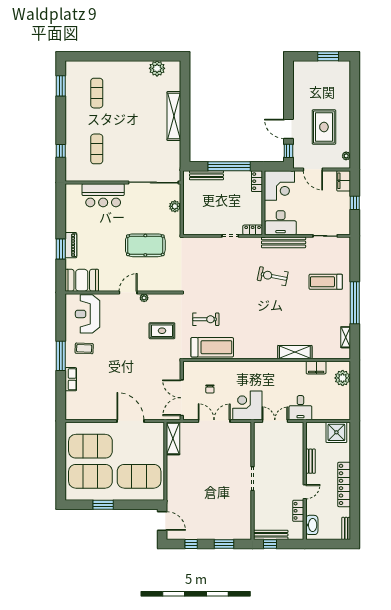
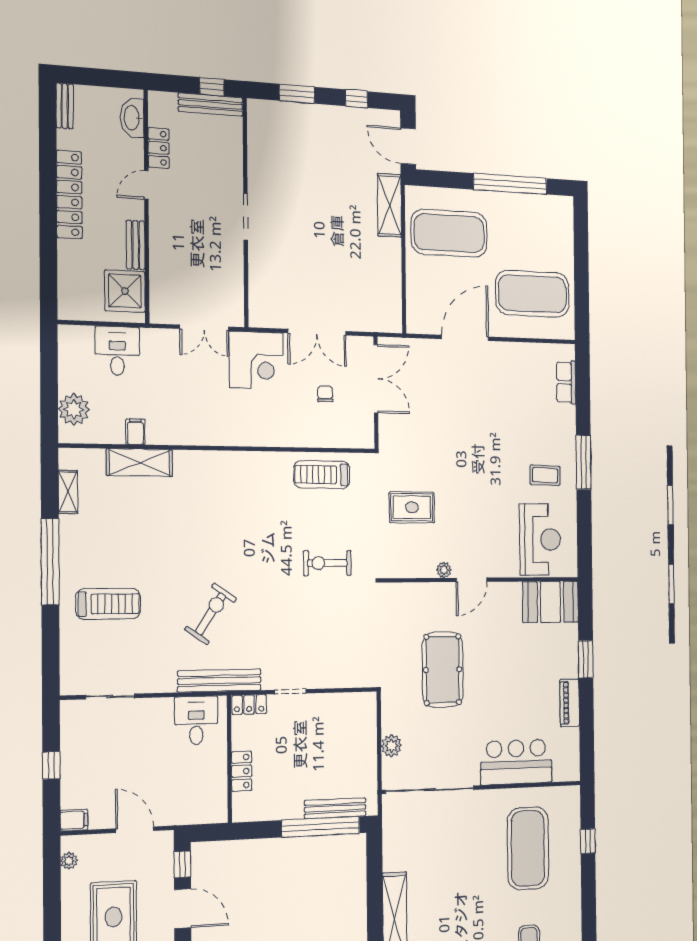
exercise mat: (97, 149) -> (528, 848), width x2.00, depth x1.45
window: (229, 166) -> (321, 827), moved
locker: (257, 181) -> (242, 771), moved
filing cabinet: (344, 181) -> (74, 820), width x0.50
corner desk: (279, 185) -> (199, 794), removed
desk: (281, 223) -> (196, 720), width x0.73
bench: (284, 242) -> (219, 681), moved
piano: (71, 245) -> (570, 703), moved
pool table: (145, 245) -> (443, 670), turned 90
exercise bike: (273, 276) -> (211, 614), turned -67
exercise bike: (206, 319) -> (327, 563), moved
treadmill: (212, 347) -> (322, 475), width x0.73, depth x0.73
shelving: (295, 352) -> (140, 463), moved
filing cabinet: (316, 368) -> (135, 432), width x0.50
row of seats: (71, 379) -> (566, 382), moved
desk: (300, 408) -> (117, 351), moved
door: (130, 421) -> (465, 338), swing flipped
shower: (336, 432) -> (125, 291), moved
shelving: (173, 438) -> (390, 205), moved
exercise mat: (90, 476) -> (532, 238), removed
window: (103, 505) -> (510, 184), width x2.11

